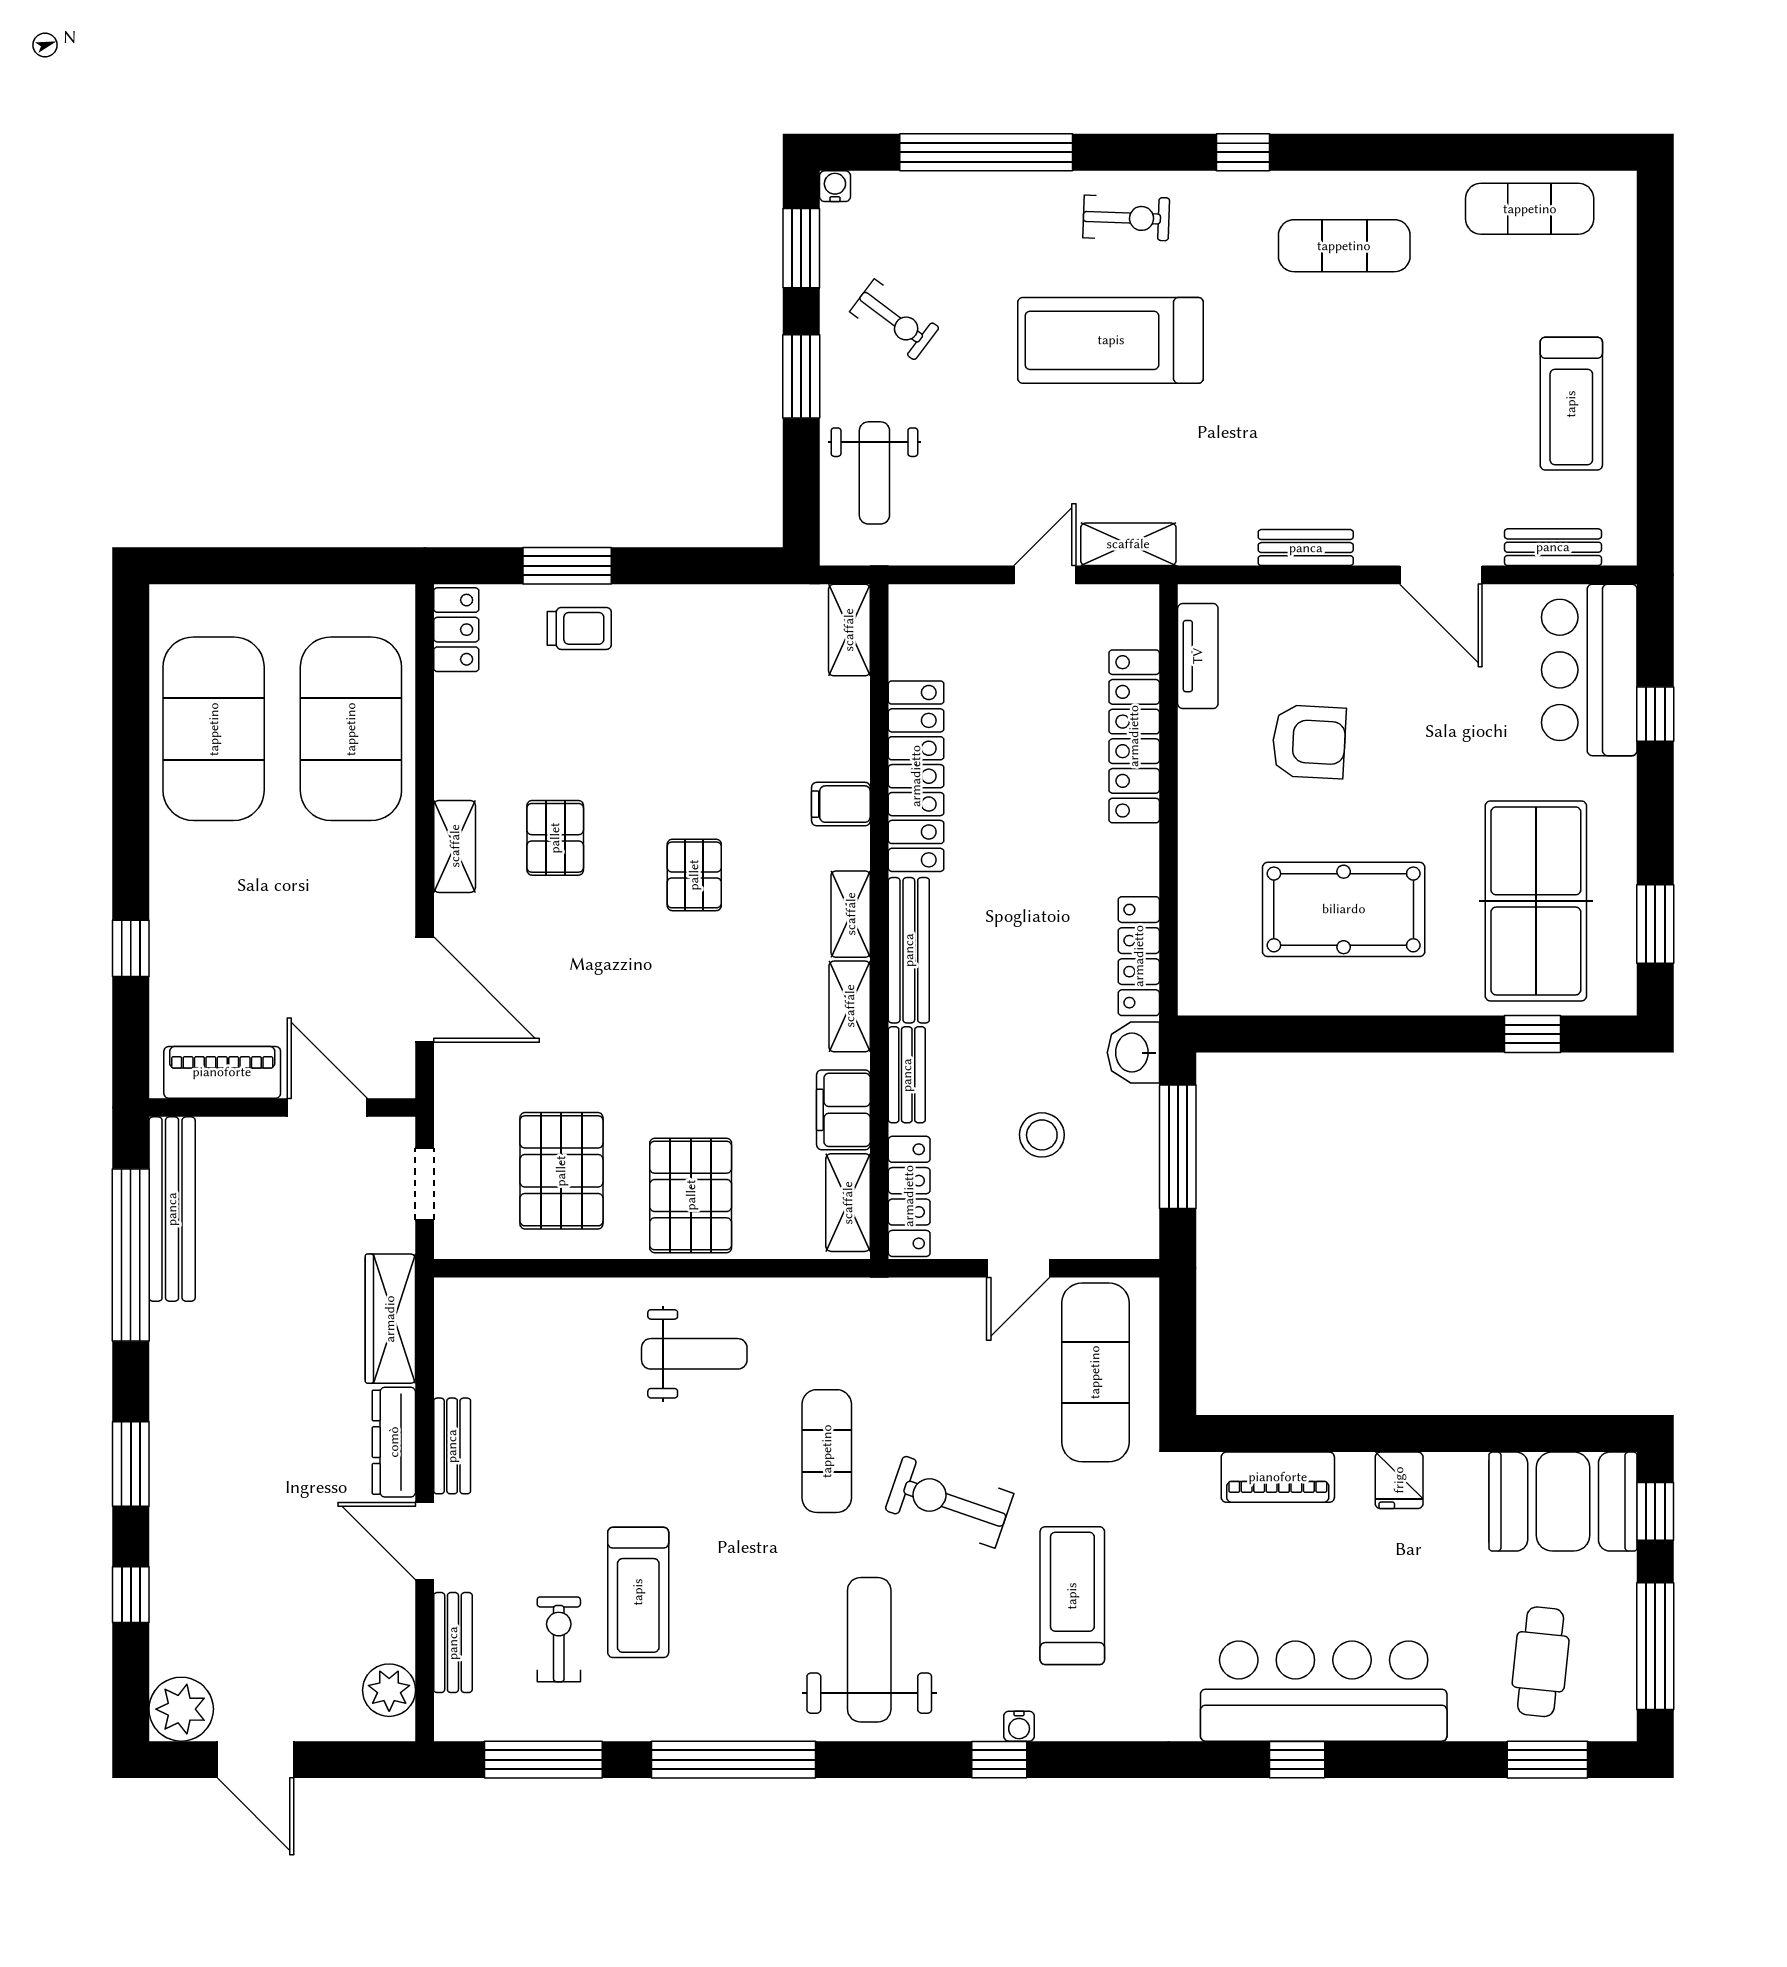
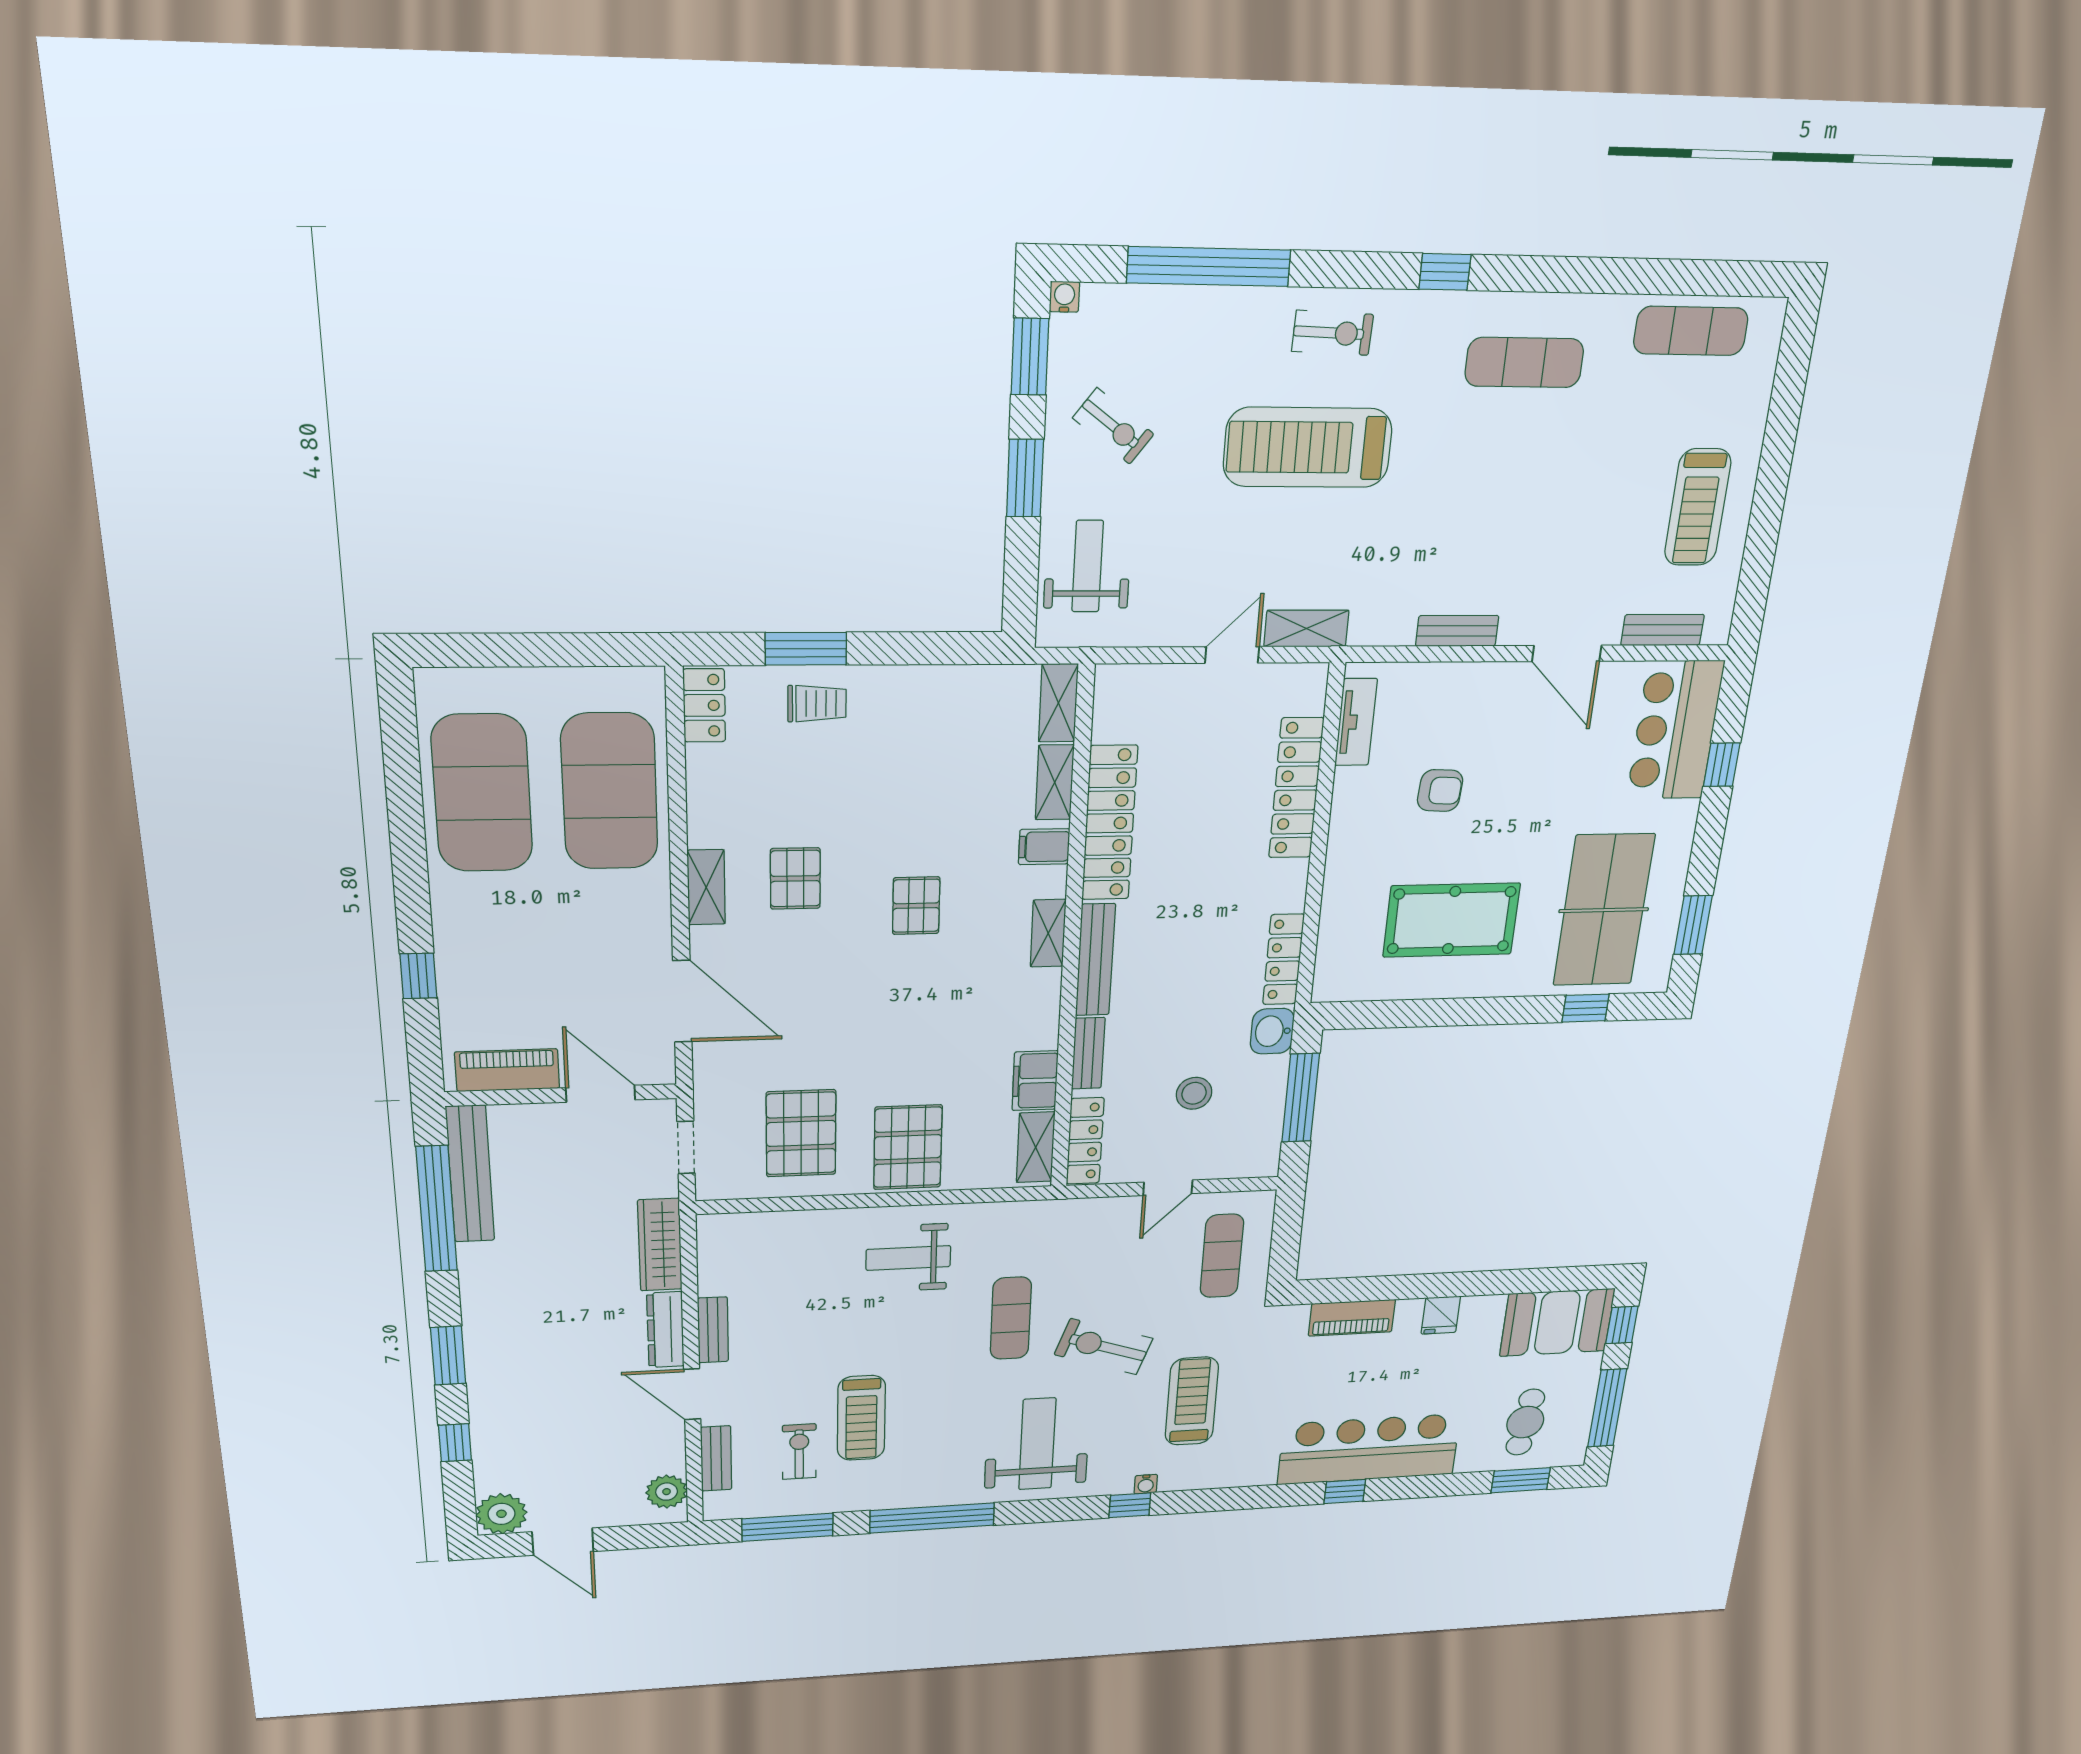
weight bench: (874, 473) -> (1088, 566), turned 180
armchair: (1309, 742) -> (1440, 790), width x0.72, depth x0.72
shelving: (850, 1006) -> (1055, 782), moved
weight bench: (694, 1354) -> (908, 1258), turned 180
exercise mat: (1095, 1372) -> (1222, 1256), width x0.73, depth x0.69

